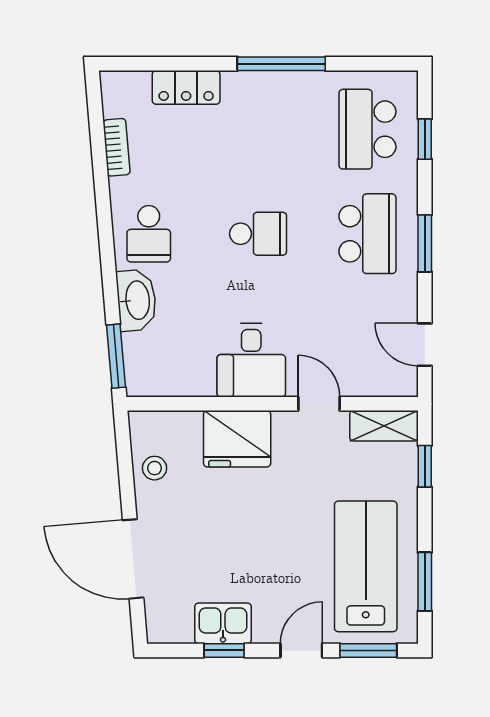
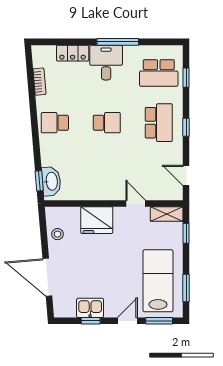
school desk: (367, 129) -> (159, 73), turned -90
school desk: (149, 234) -> (55, 123), turned 90
window: (425, 243) -> (186, 127), width x0.67
washbasin: (137, 300) -> (51, 181), moved
window: (116, 356) -> (39, 181), width x0.67
desk: (251, 360) -> (106, 63), moved, turned 180

